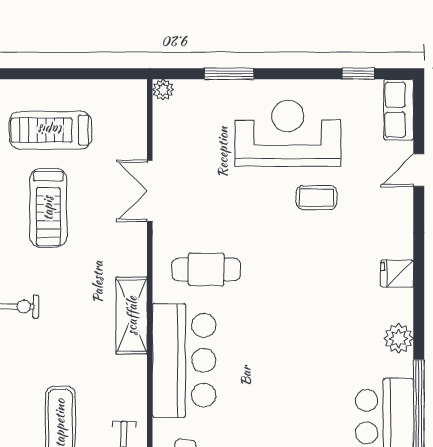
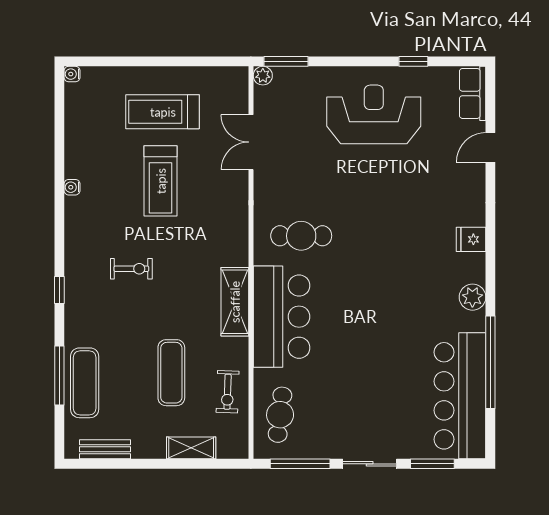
window: (229, 74) -> (286, 61), moved
window: (358, 74) -> (413, 61), moved
double door: (150, 191) -> (251, 142), moved
coffee table: (316, 198) -> (399, 172), removed
shelving: (132, 316) -> (235, 302), moved

